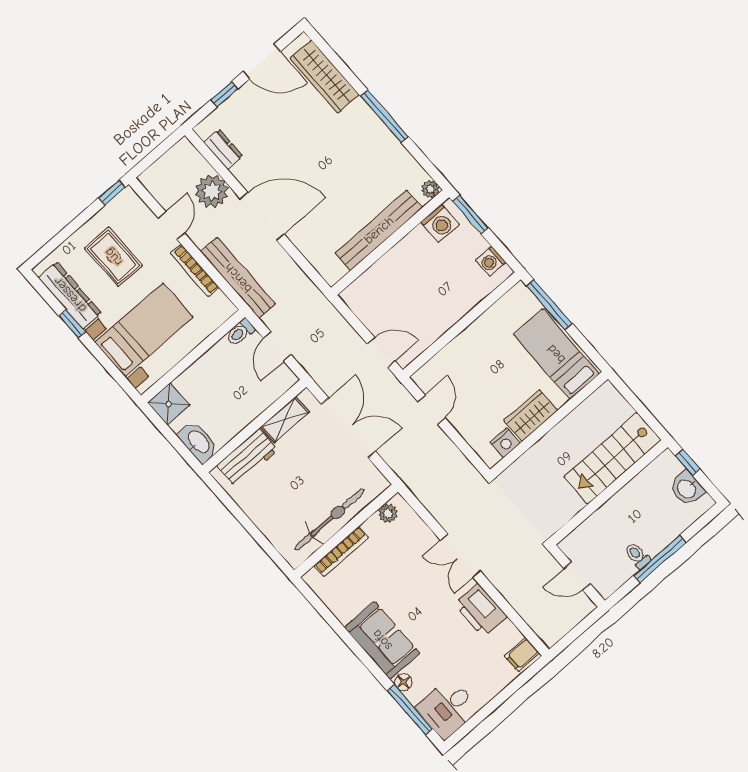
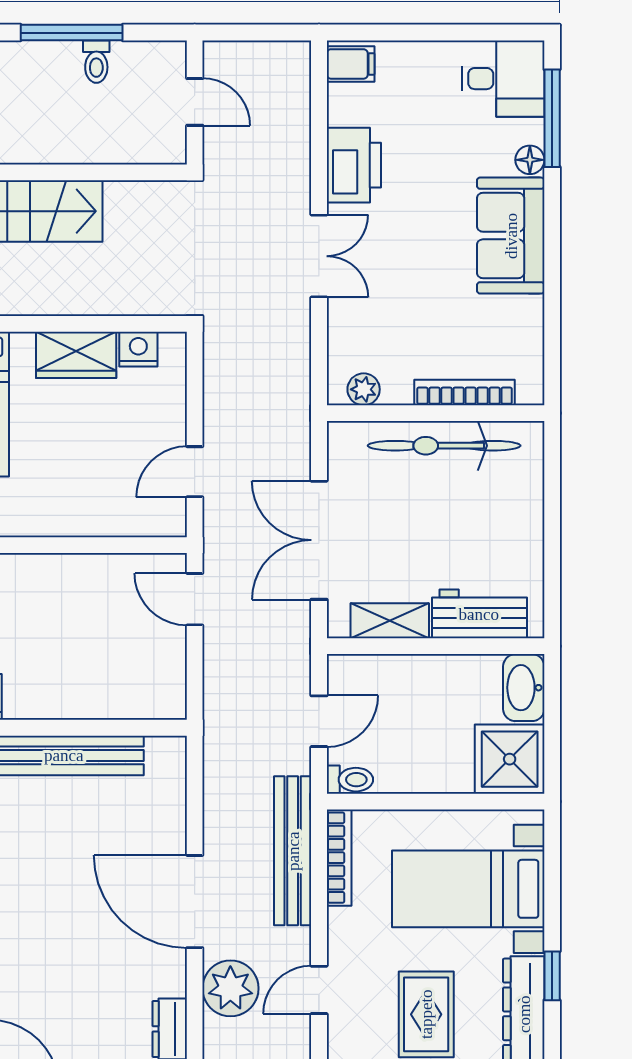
bookcase: (195, 270) -> (339, 858), moved
shower: (169, 404) -> (510, 759), width x1.36, depth x1.36

